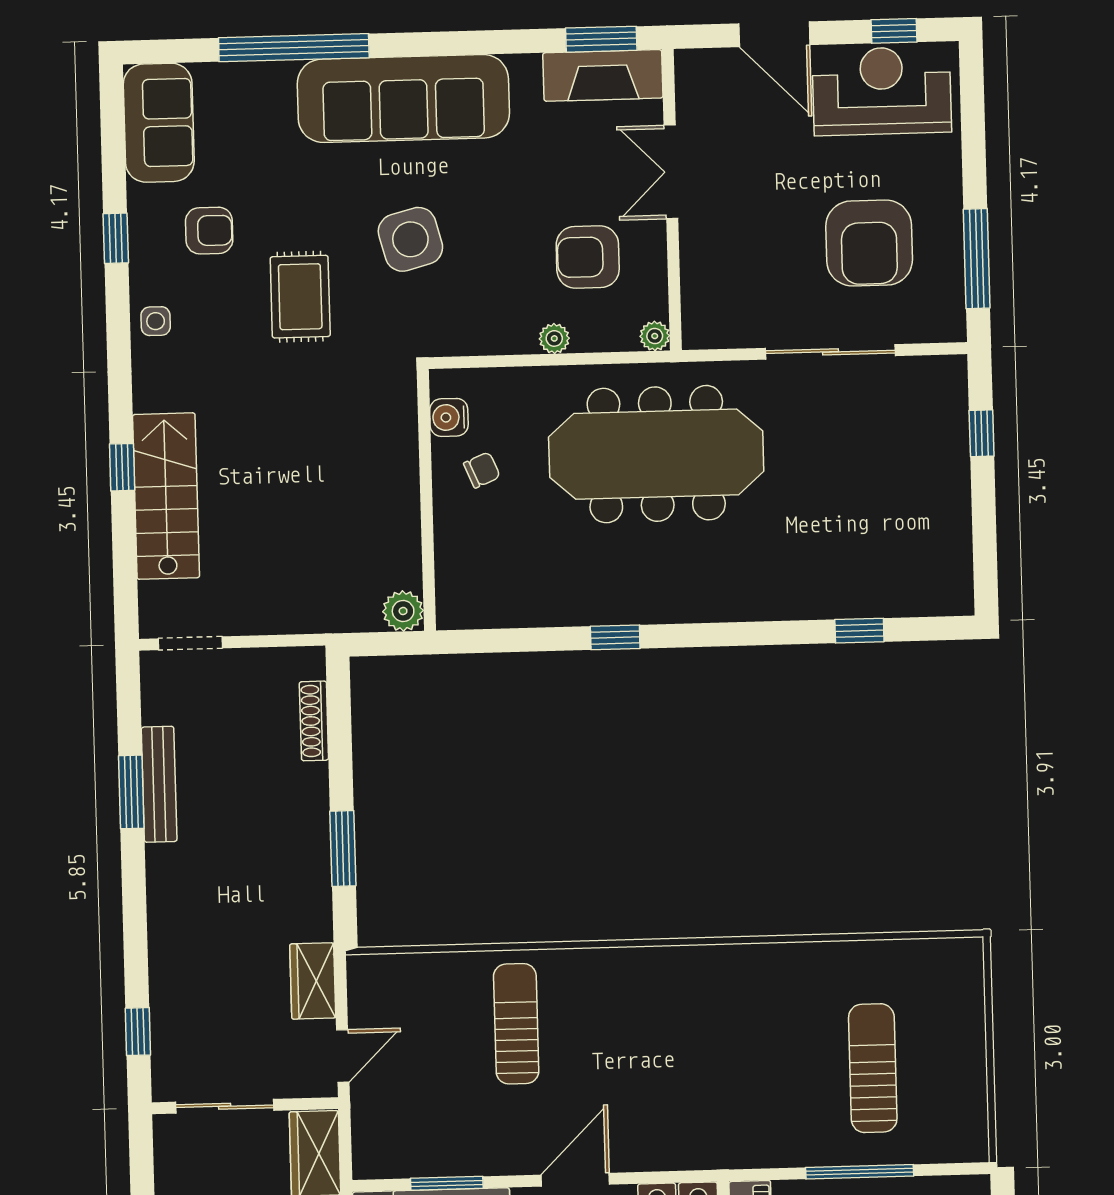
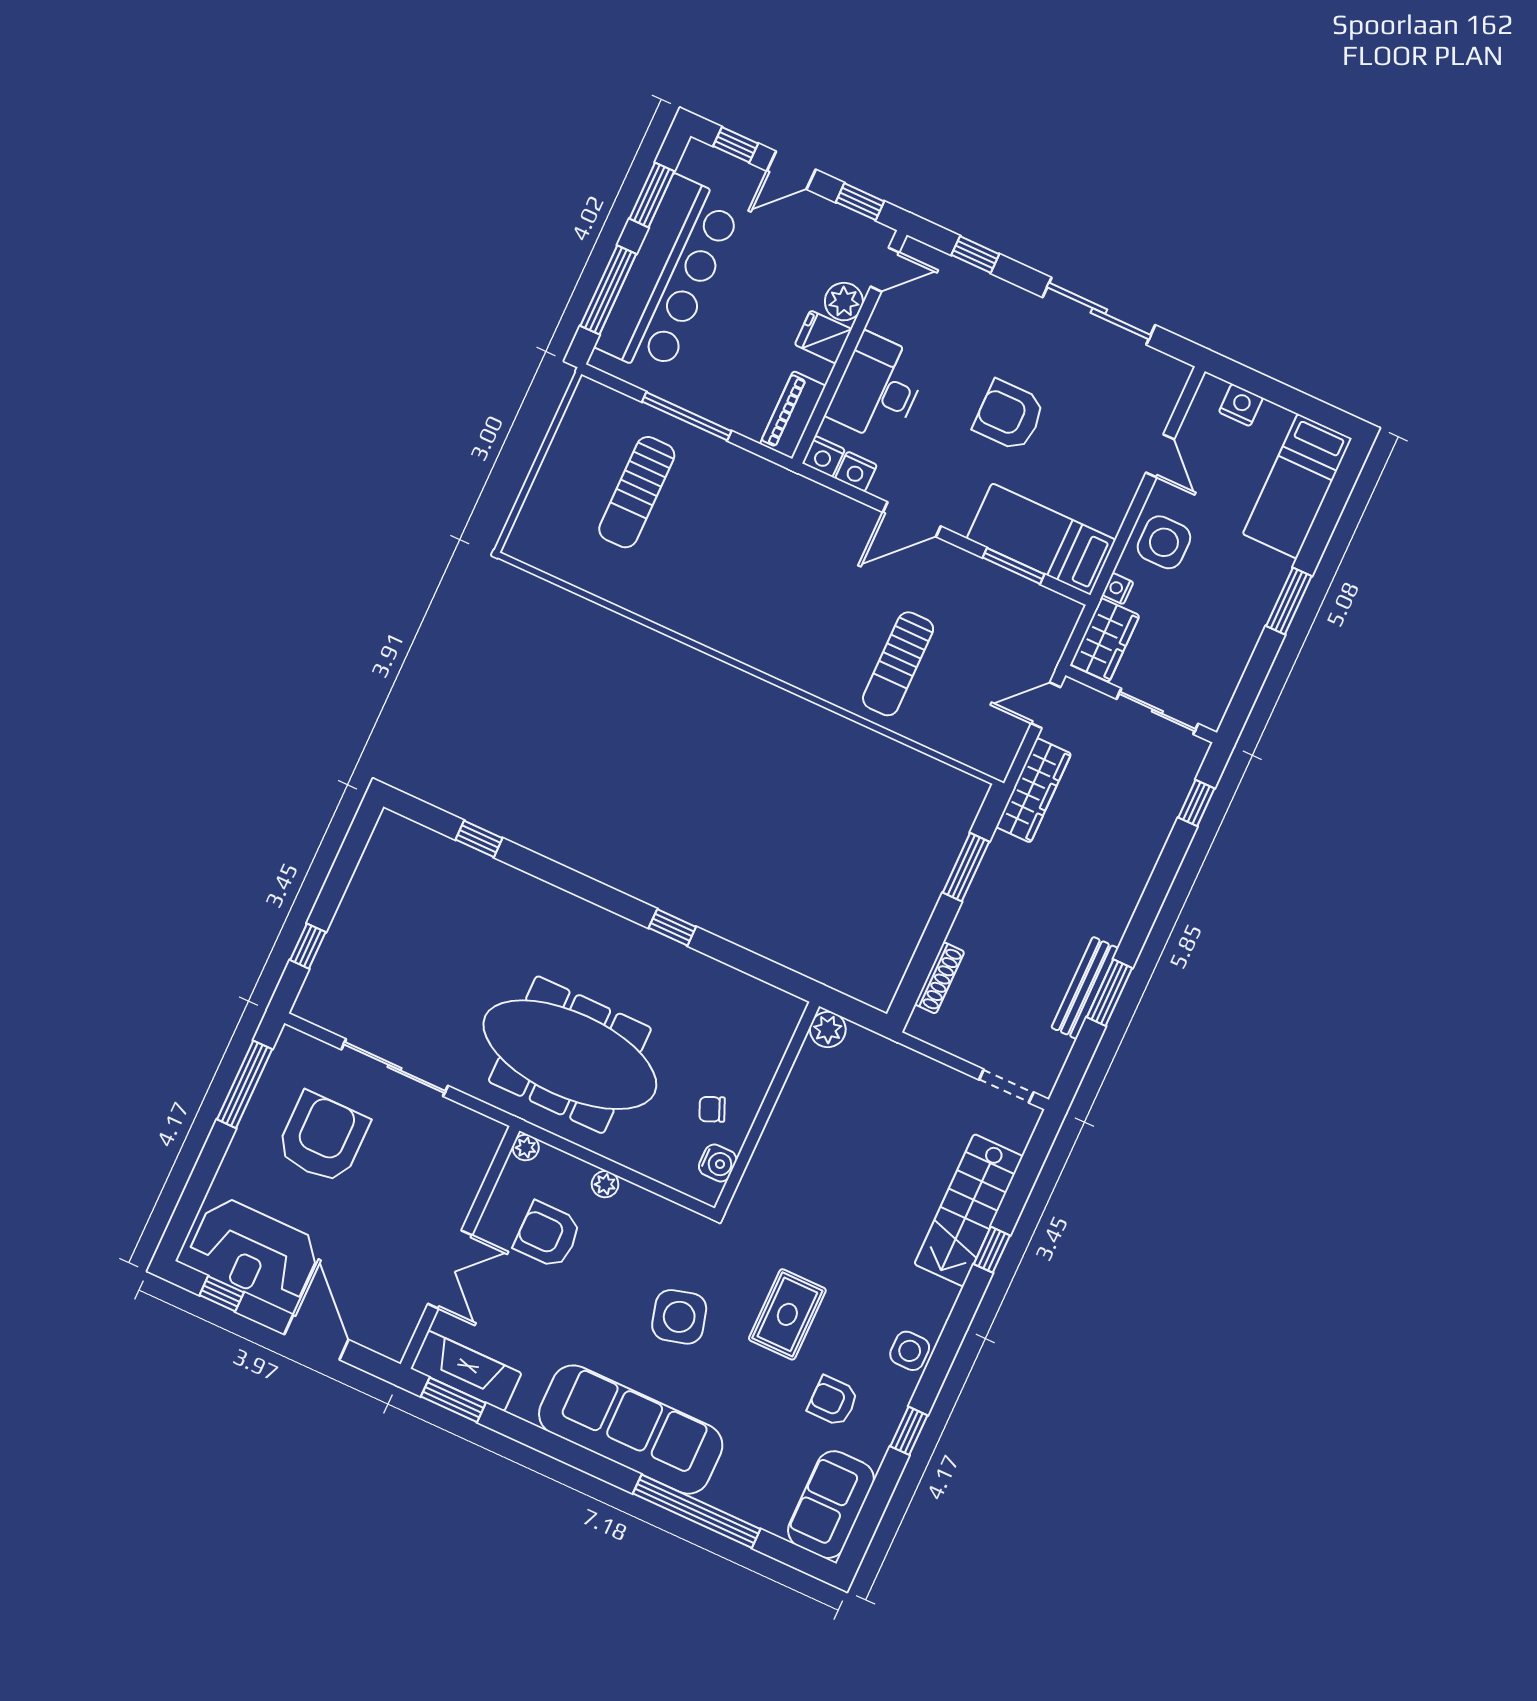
armchair: (588, 257) -> (548, 1235), turned 180
side table: (156, 321) -> (910, 1351), width x1.37, depth x1.37
wardrobe: (313, 981) -> (1034, 790), width x1.50

